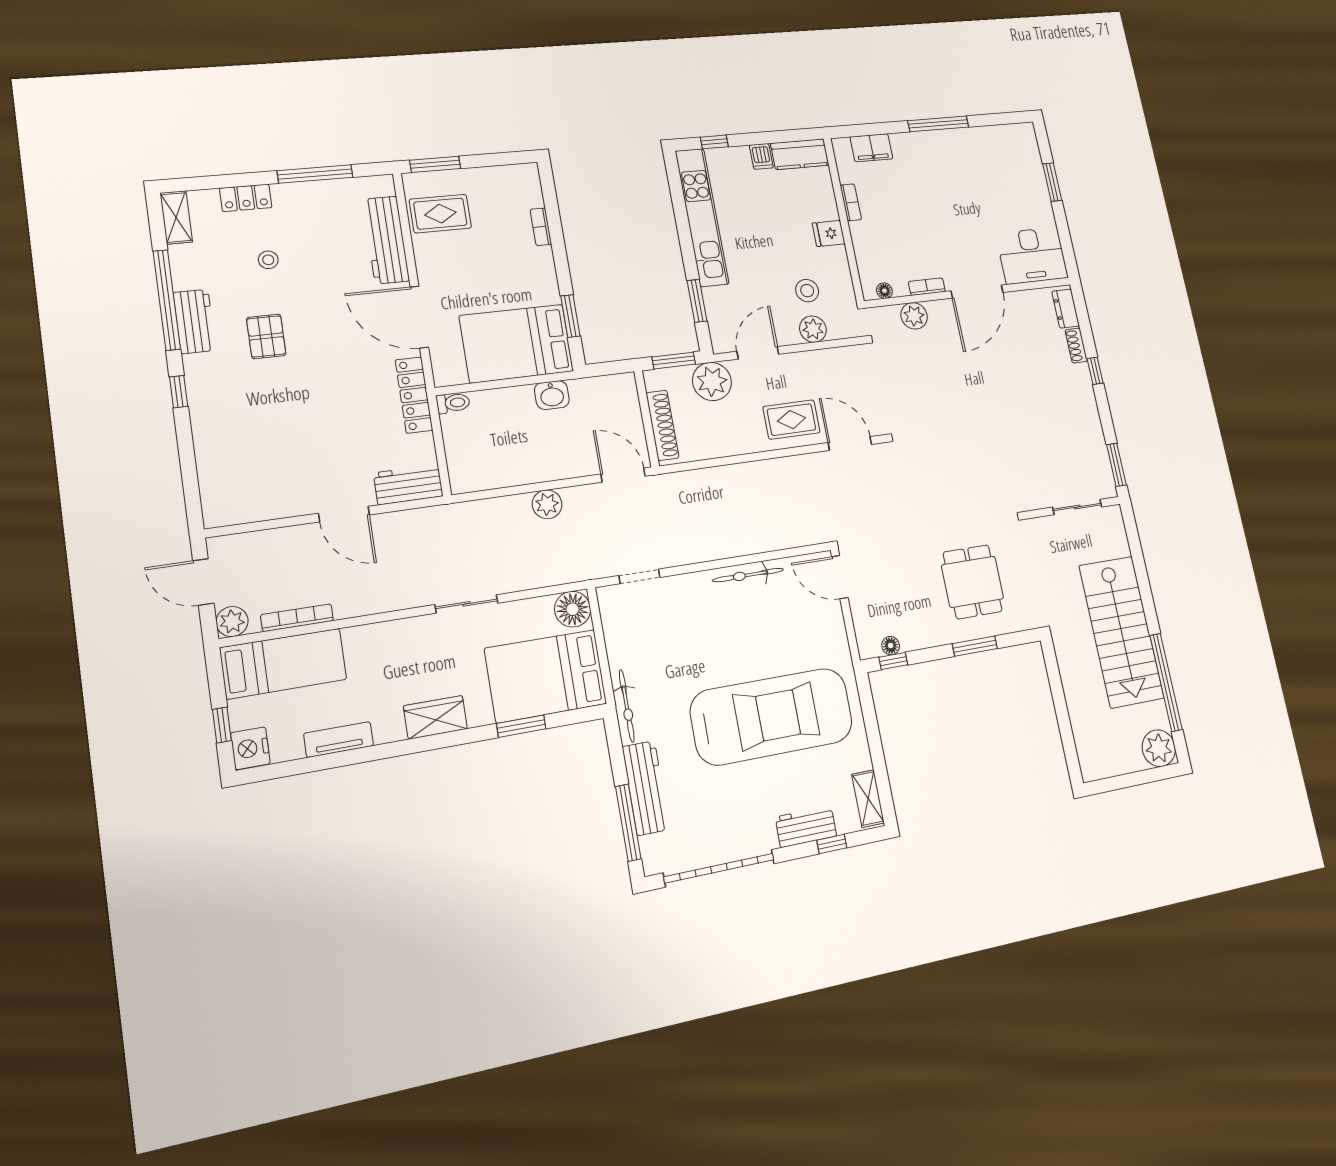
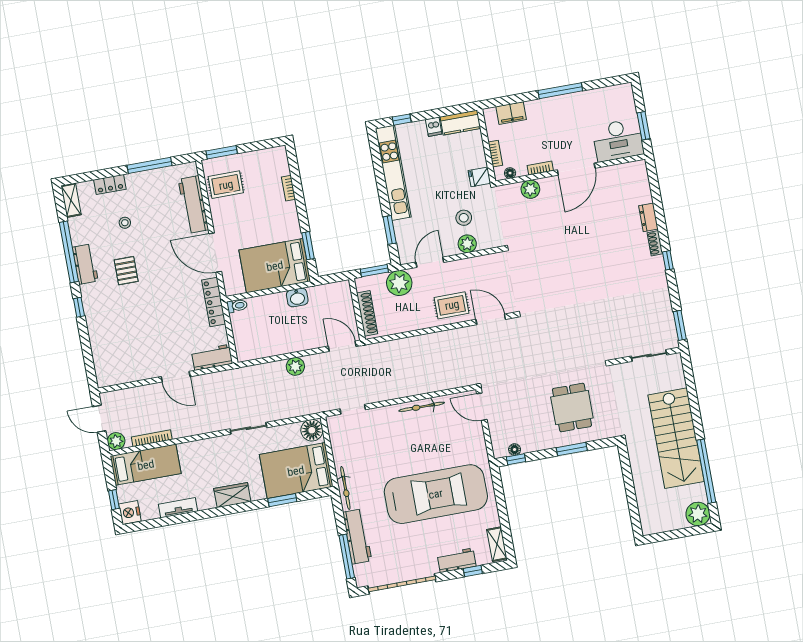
desk: (1032, 256) -> (618, 140), moved
bookcase: (927, 287) -> (540, 168), moved
floor lamp: (884, 291) -> (510, 173), moved
door: (977, 292) -> (576, 169), moved
wall: (969, 293) -> (570, 170), moved
plant: (914, 316) -> (530, 189), moved

